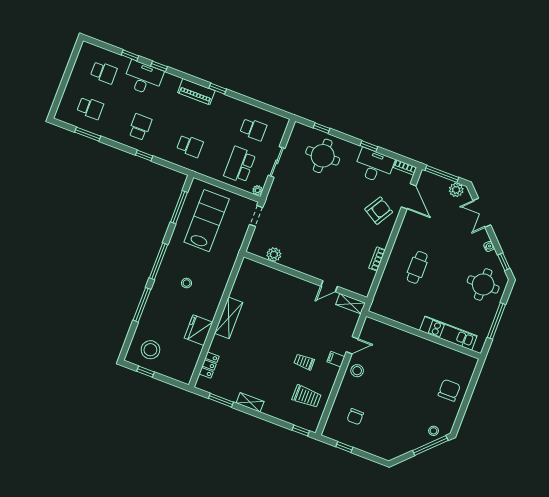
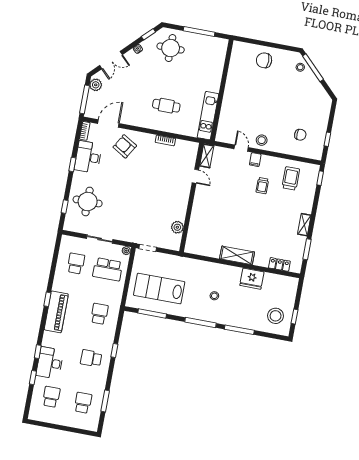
piano: (196, 92) -> (56, 312), width x1.37, depth x1.33
kitchen unit: (448, 333) -> (208, 116), moved

